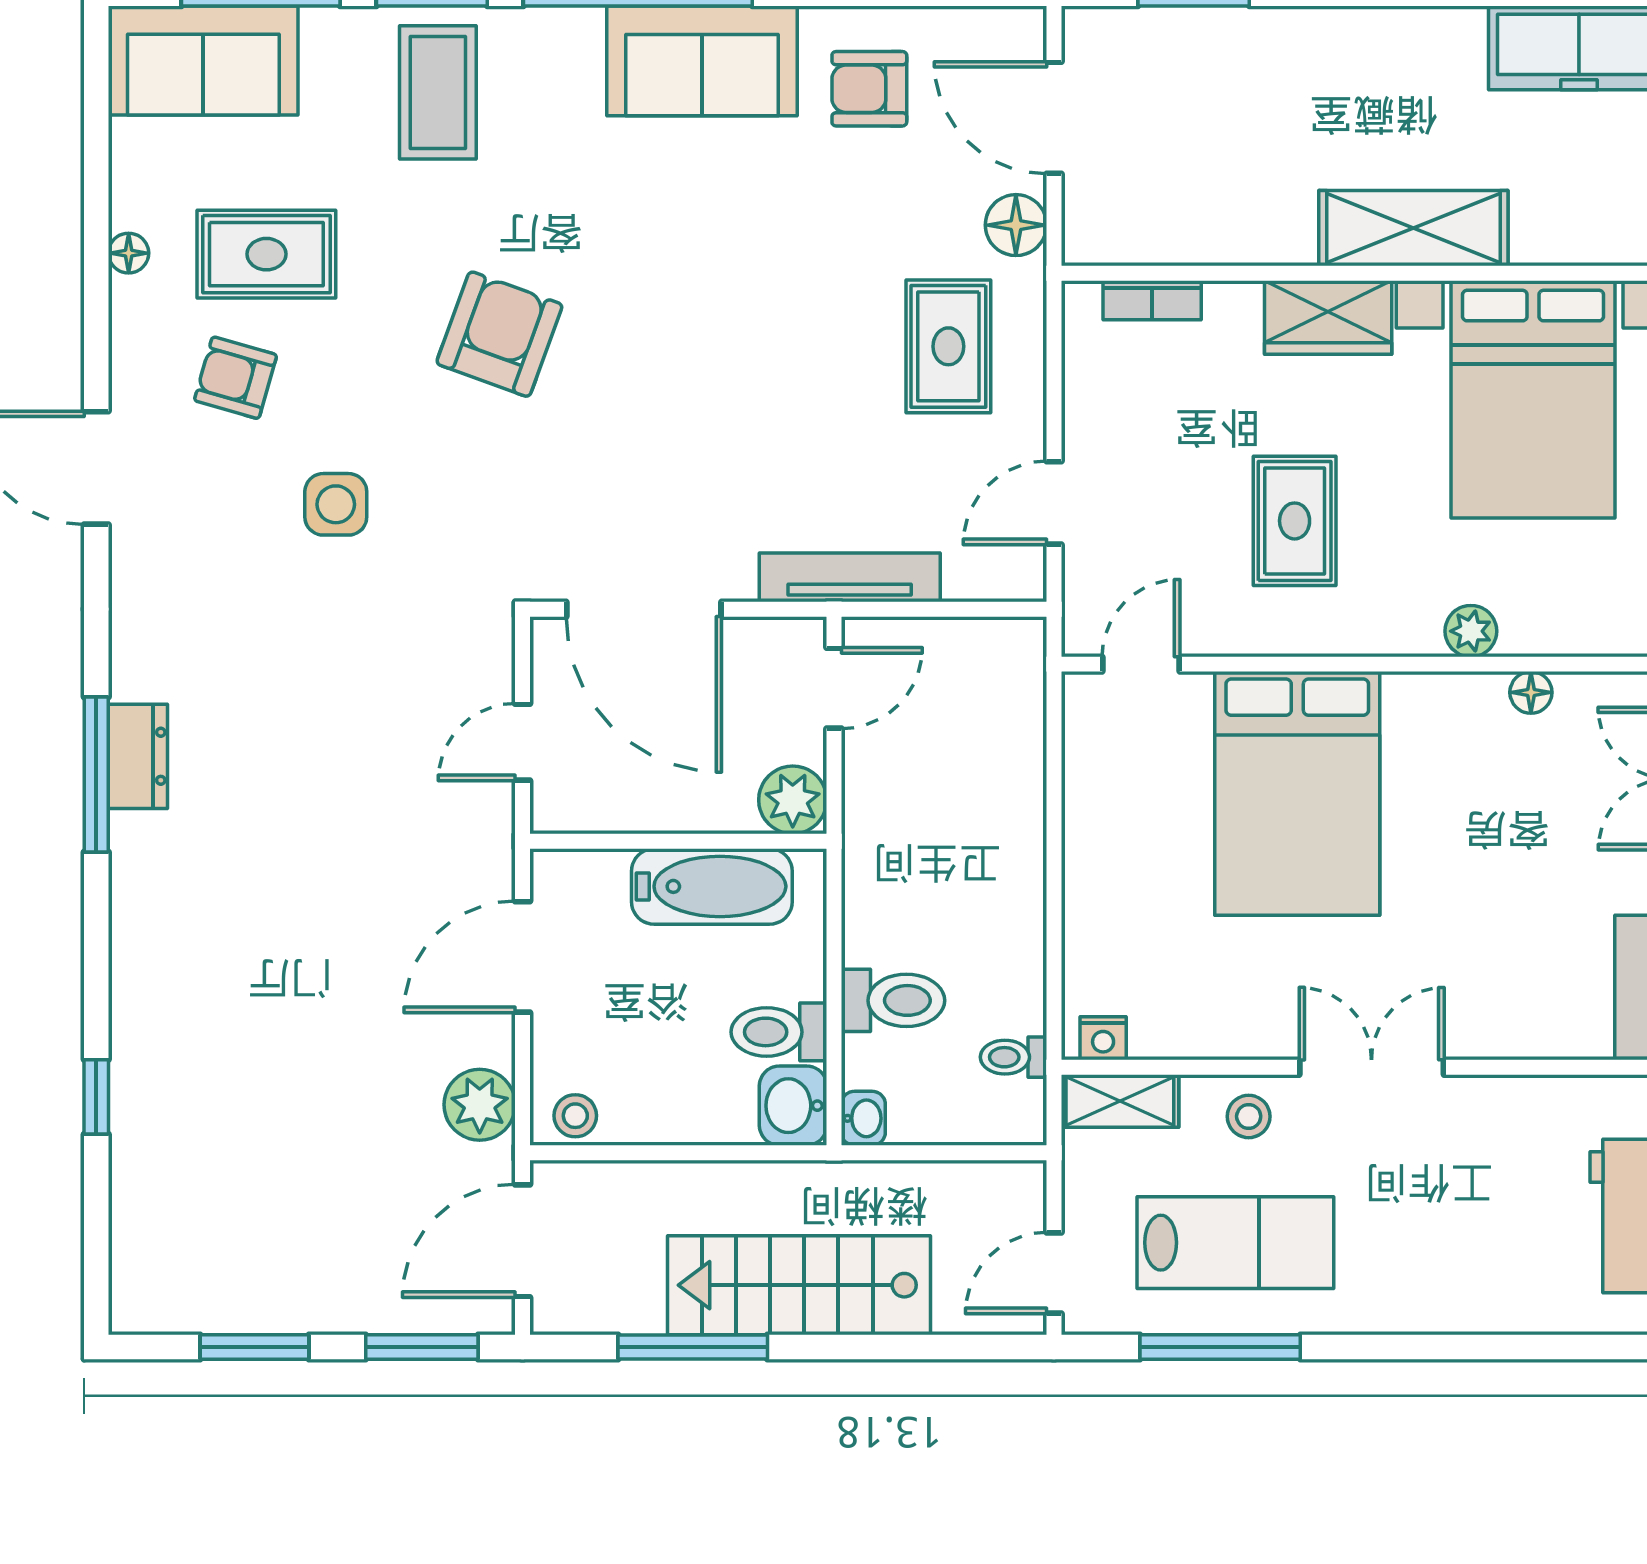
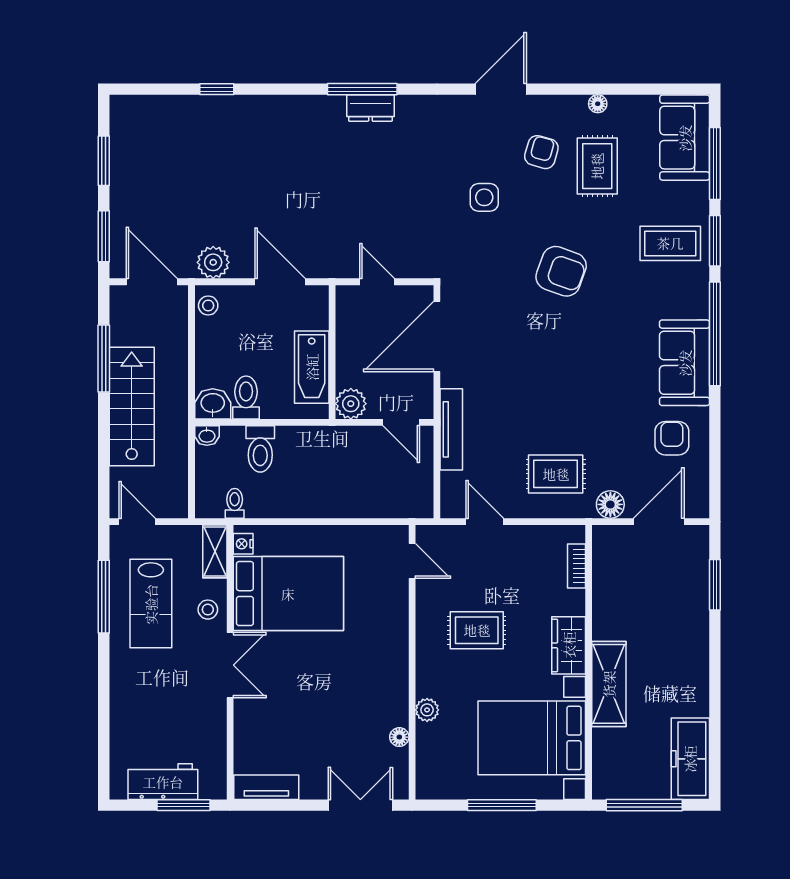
bed: (1297, 793) -> (288, 594), moved, turned 180

